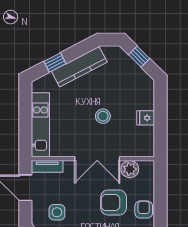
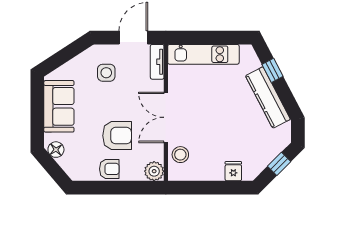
stool: (103, 116) -> (180, 155), moved
fridge: (146, 118) -> (233, 171), moved
plant: (130, 169) -> (154, 171), moved
armchair: (114, 203) -> (117, 136), turned 90

